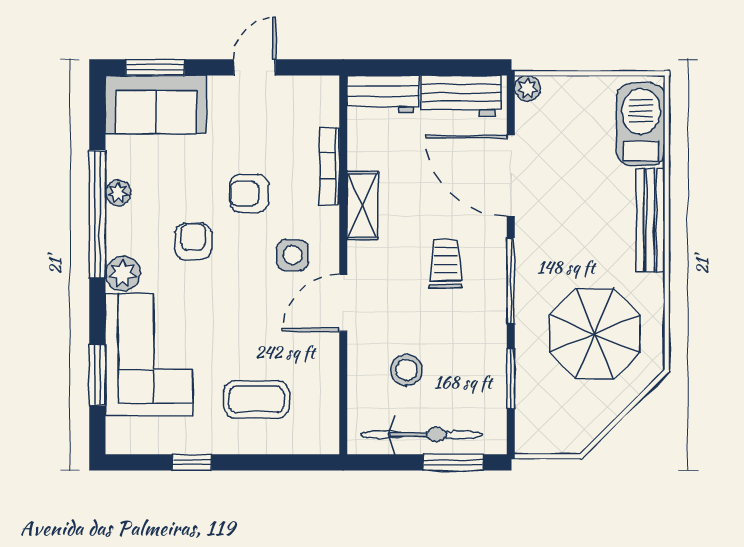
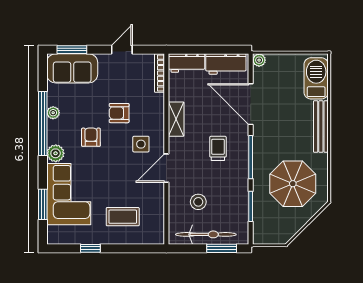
bookcase: (329, 166) -> (159, 73), moved

